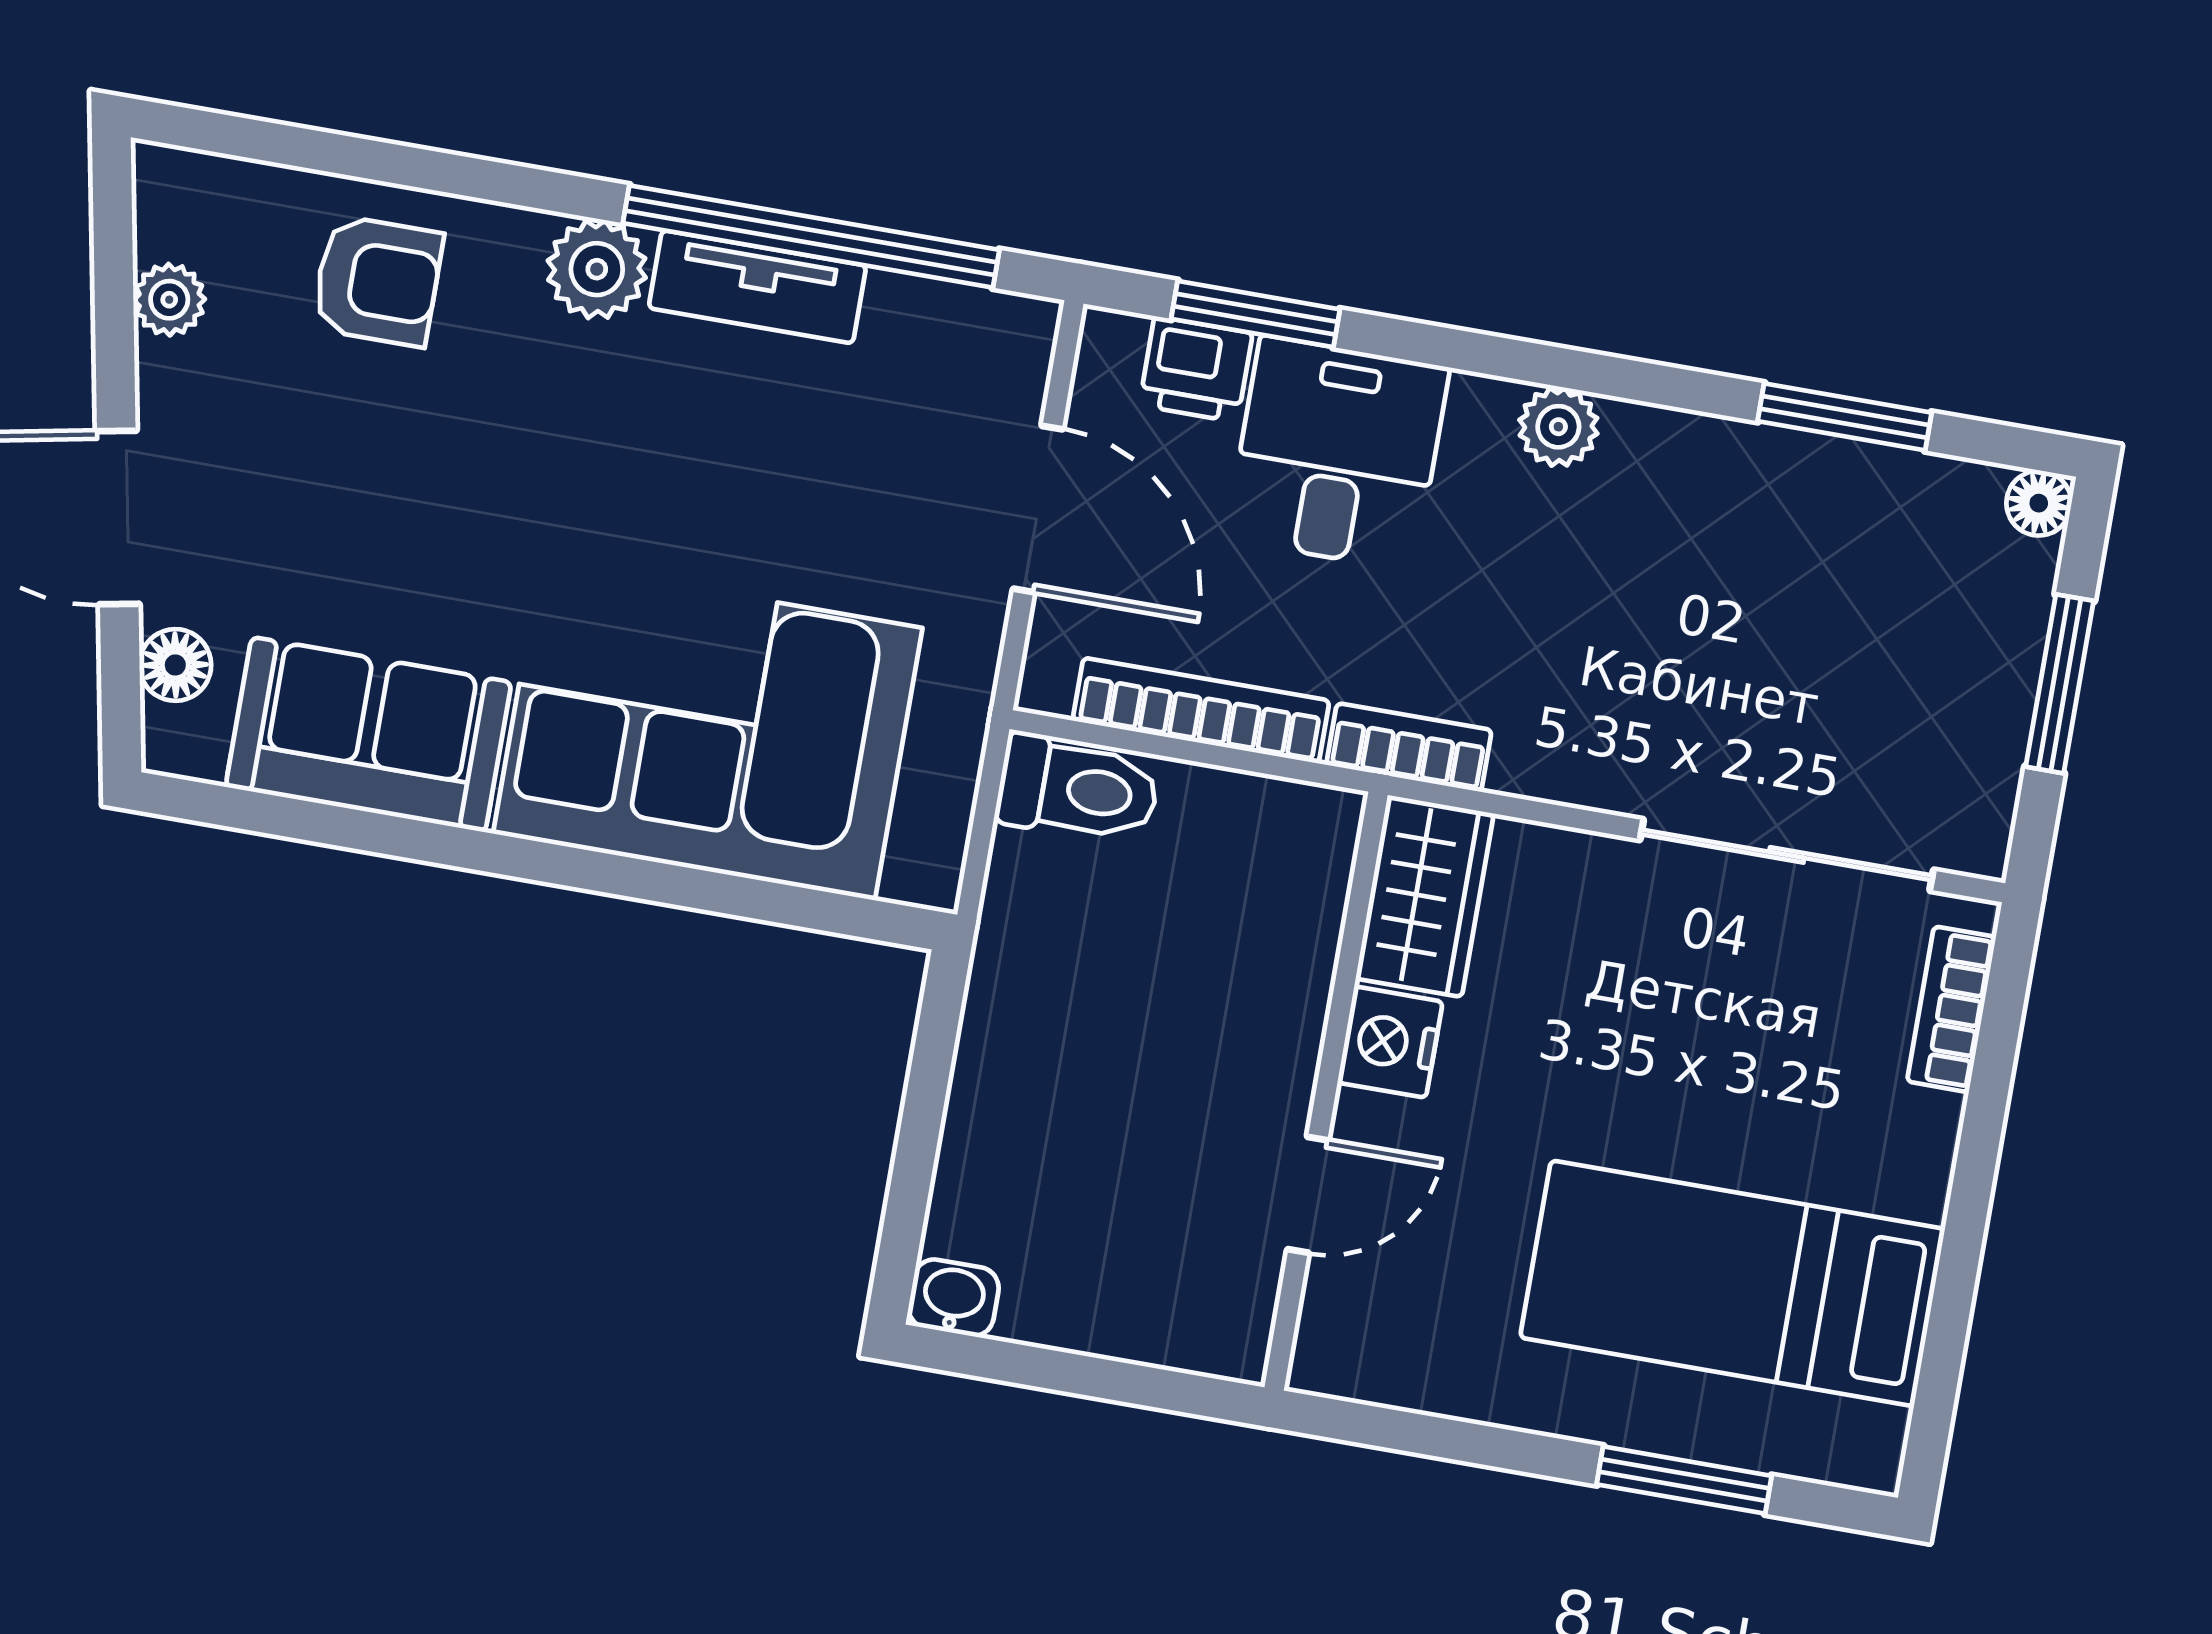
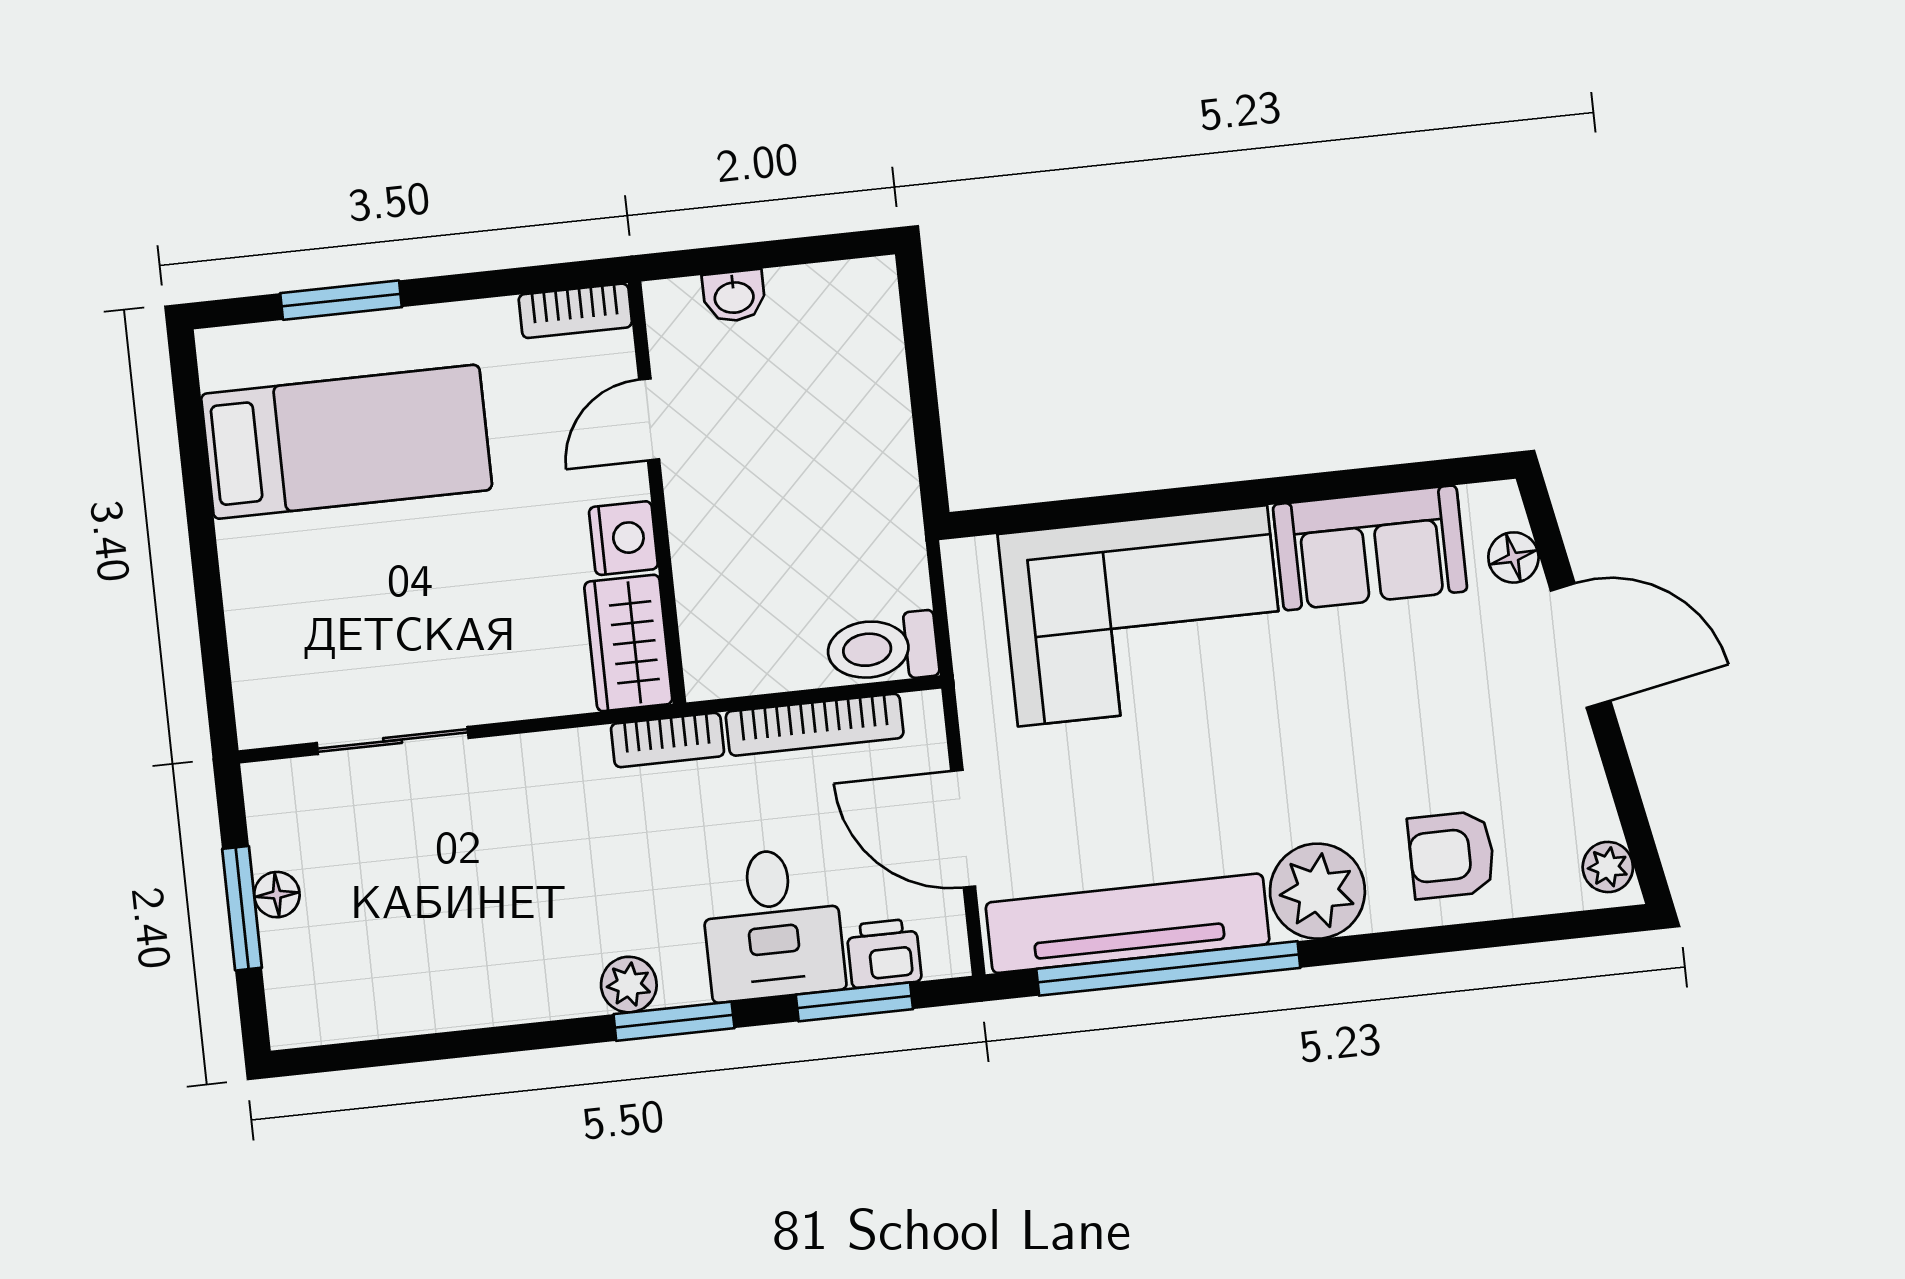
plant: (597, 269) -> (1317, 891), width x1.36, depth x1.36
tv unit: (757, 287) -> (1128, 923), width x1.92, depth x1.29
plant: (169, 300) -> (1608, 867), moved
window: (1845, 417) -> (674, 1021), moved
floor lamp: (2039, 503) -> (277, 895), moved
sliding door: (1787, 855) -> (393, 740), width x0.73
bookcase: (1951, 1009) -> (575, 311), moved, turned 90
washbasin: (954, 1298) -> (734, 296), moved

